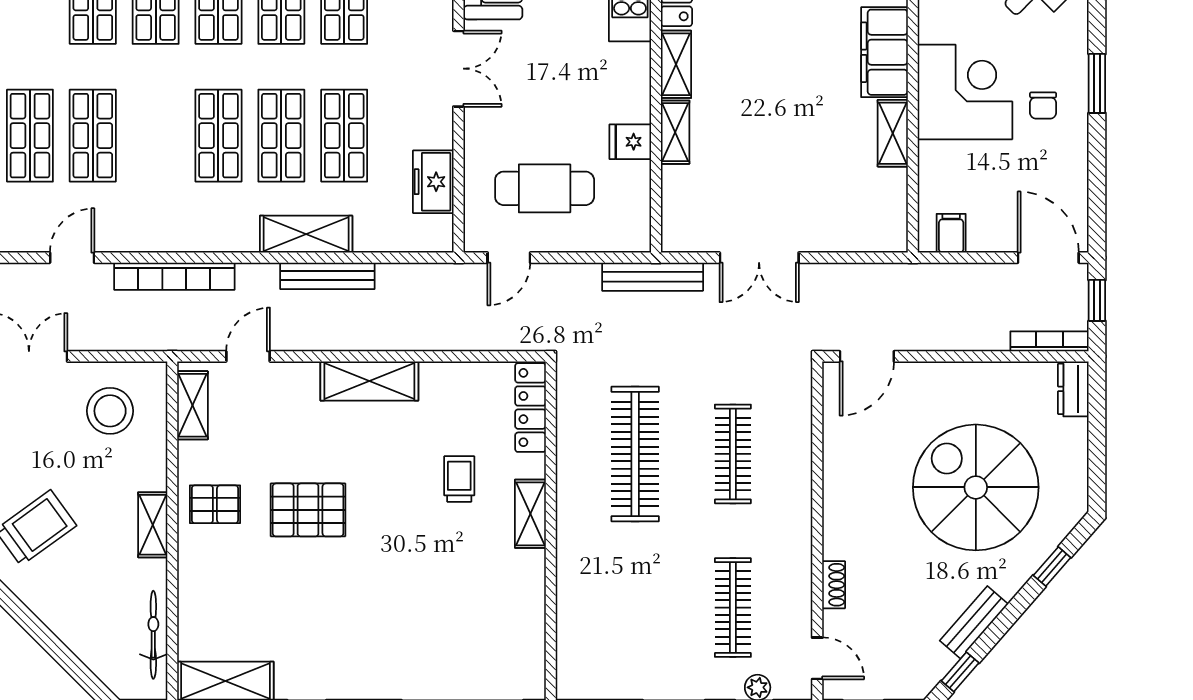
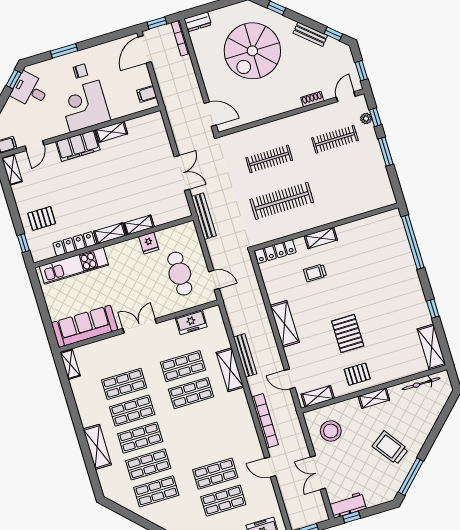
shop shelf: (218, 136) -> (199, 420), removed
pallet: (215, 504) -> (357, 374), turned 90

